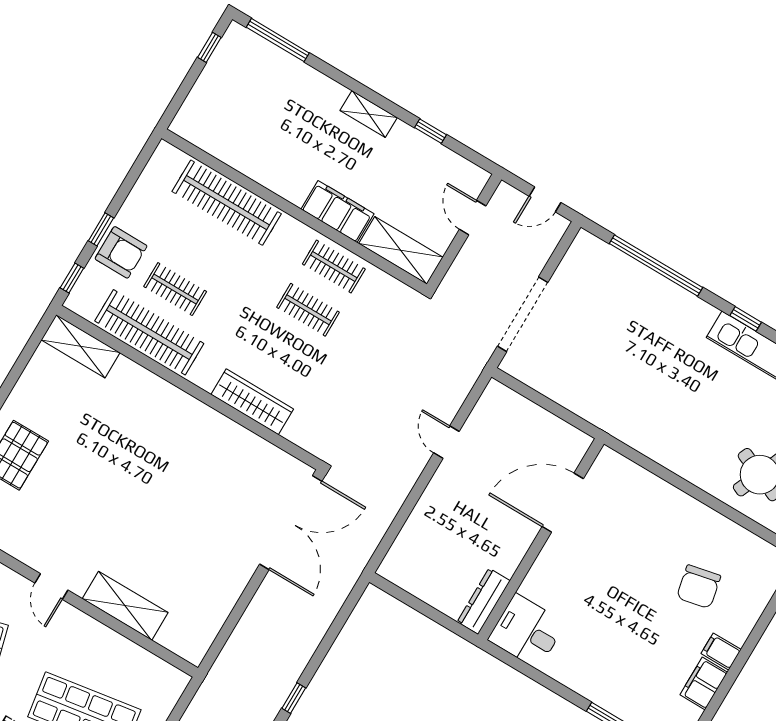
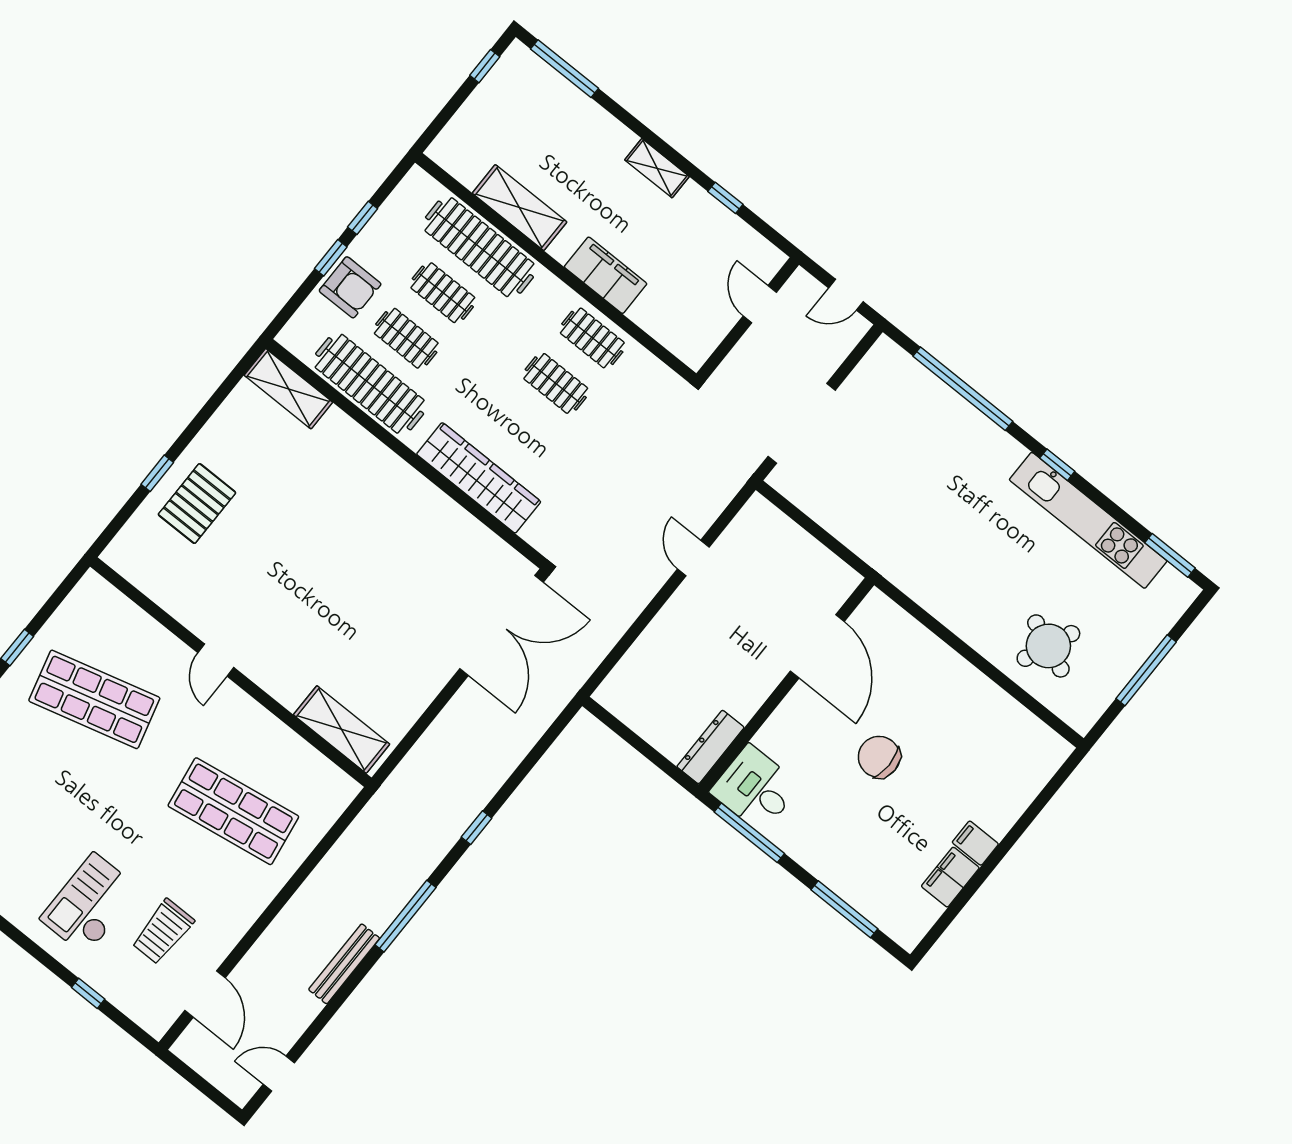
clothes rail: (201, 246) -> (443, 293), added
shelving: (401, 250) -> (520, 208), moved
window: (72, 278) -> (363, 218), moved
wardrobe: (252, 402) -> (479, 478), width x1.40, depth x1.17
door: (563, 503) -> (817, 646), swing flipped
chair: (699, 587) -> (879, 757), moved, turned 102
shelving: (125, 606) -> (342, 729), moved
window: (527, 670) -> (749, 833), added

